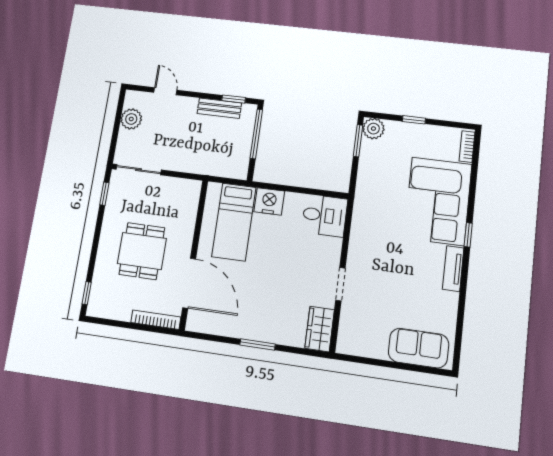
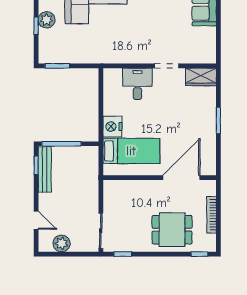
door: (165, 91) -> (36, 220), swing flipped
bench: (219, 108) -> (45, 169), width x1.36
plant: (373, 129) -> (47, 20), moved
desk: (325, 215) -> (137, 84), moved
dining table: (142, 251) -> (172, 230), moved
bookcase: (156, 320) -> (212, 215), moved

